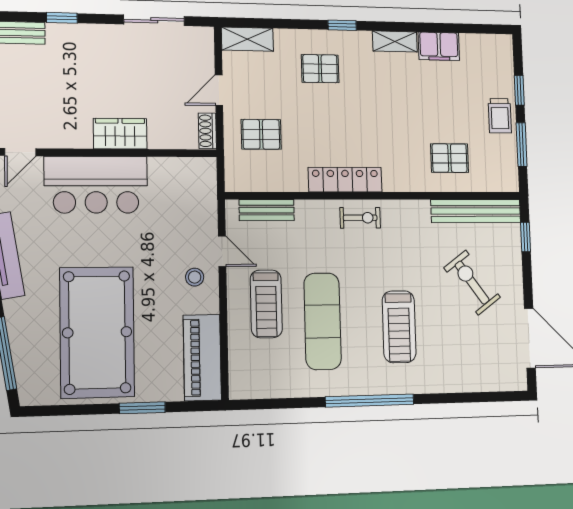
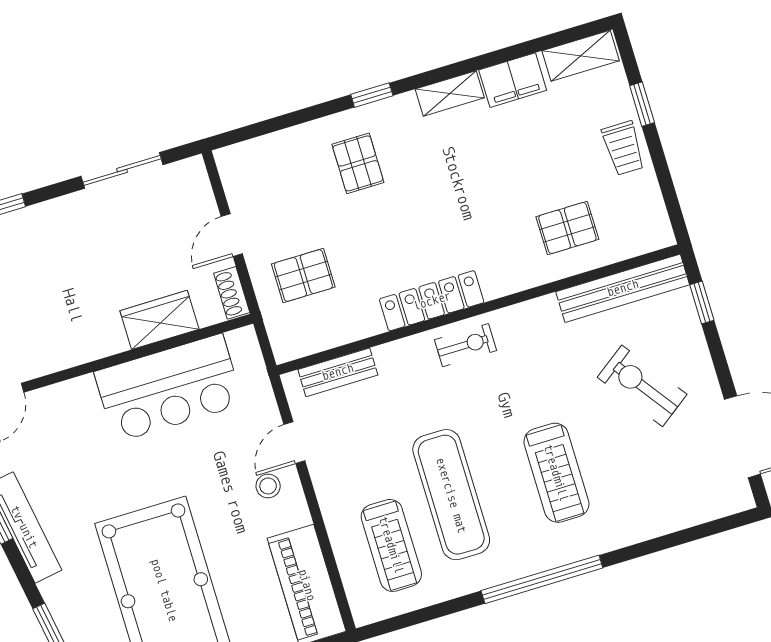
shelving: (247, 39) -> (581, 56), moved
pallet: (320, 69) -> (358, 163), turned 90
wardrobe: (120, 134) -> (159, 320), moved
window: (522, 145) -> (664, 178), removed
bar counter: (96, 185) -> (169, 388), moved
door: (222, 251) -> (294, 443), swing flipped
treadmill: (266, 304) -> (391, 545), moved

